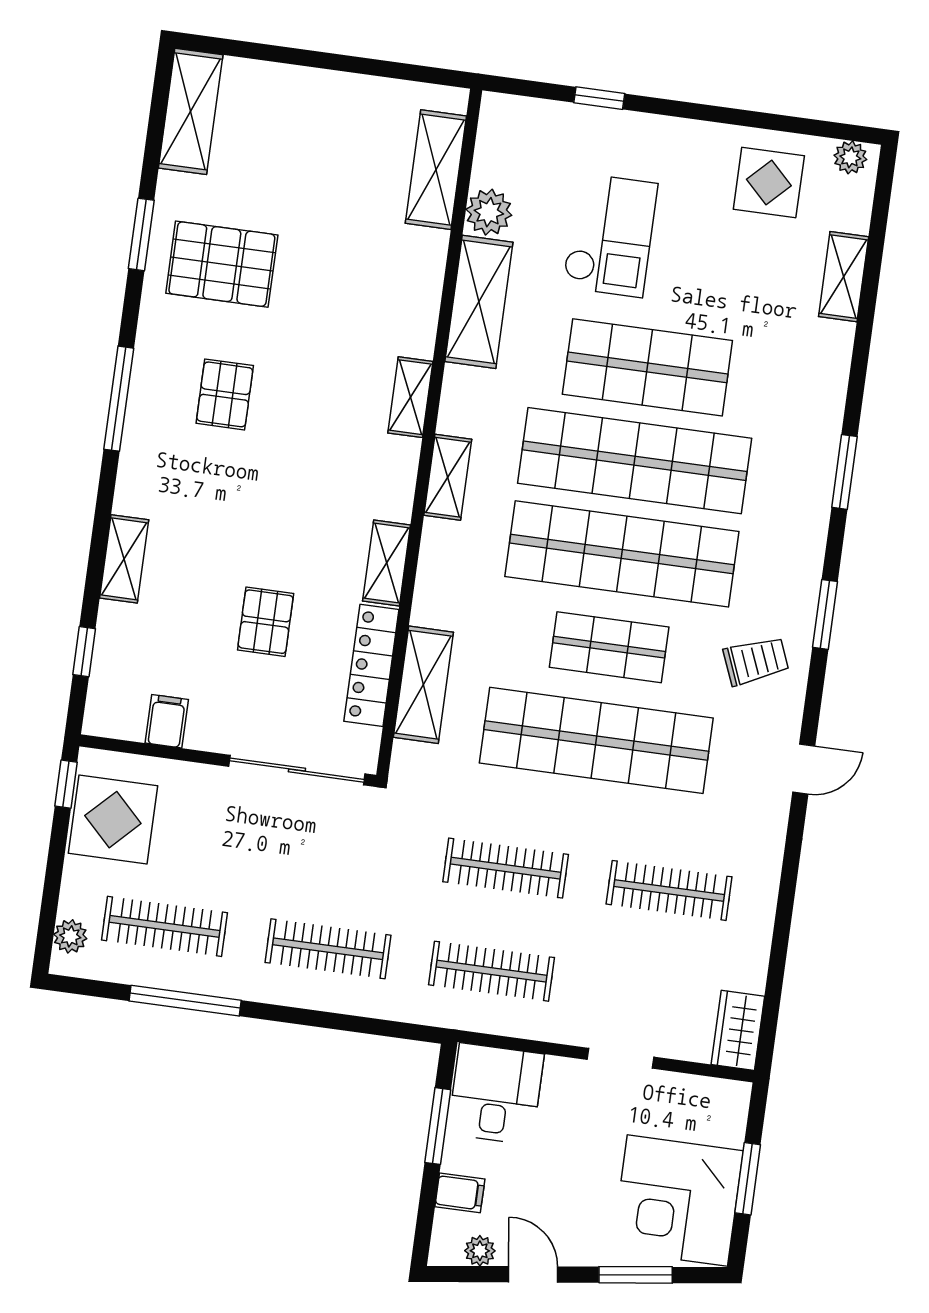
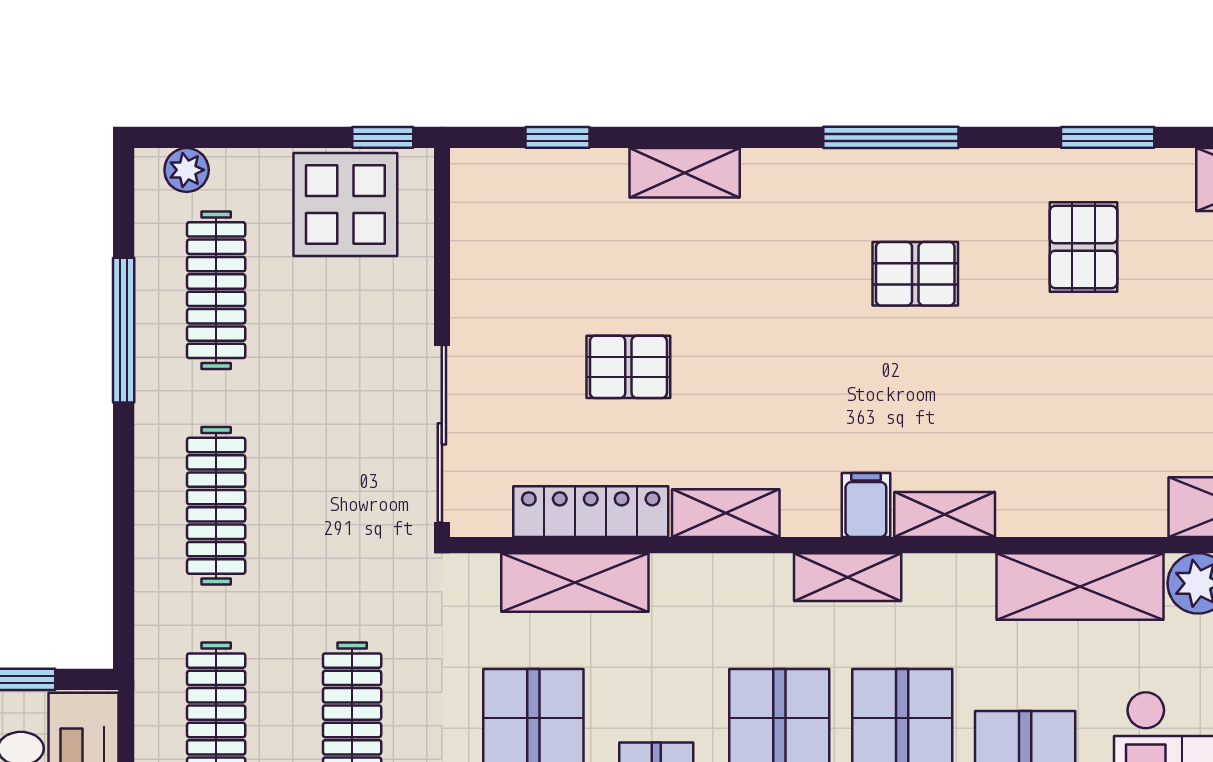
pallet: (222, 264) -> (1083, 247), width x0.67, depth x0.71
filing cabinet: (167, 721) -> (866, 505), moved, turned -90

